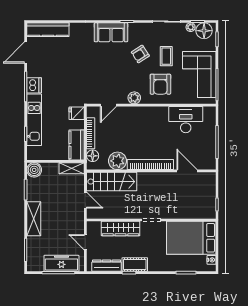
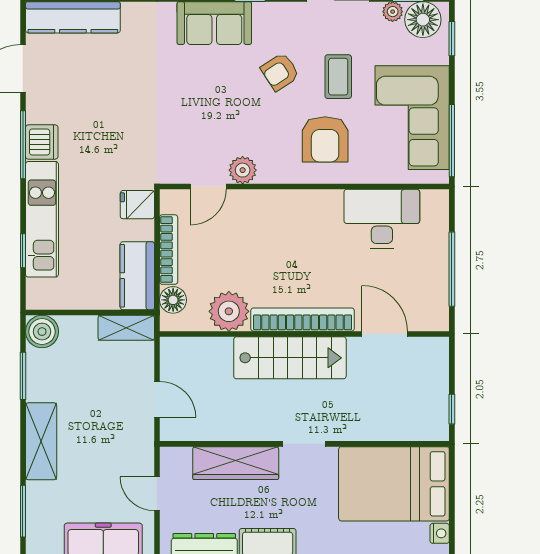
plant: (134, 98) -> (243, 170), moved
stairs: (112, 182) -> (290, 358), moved

